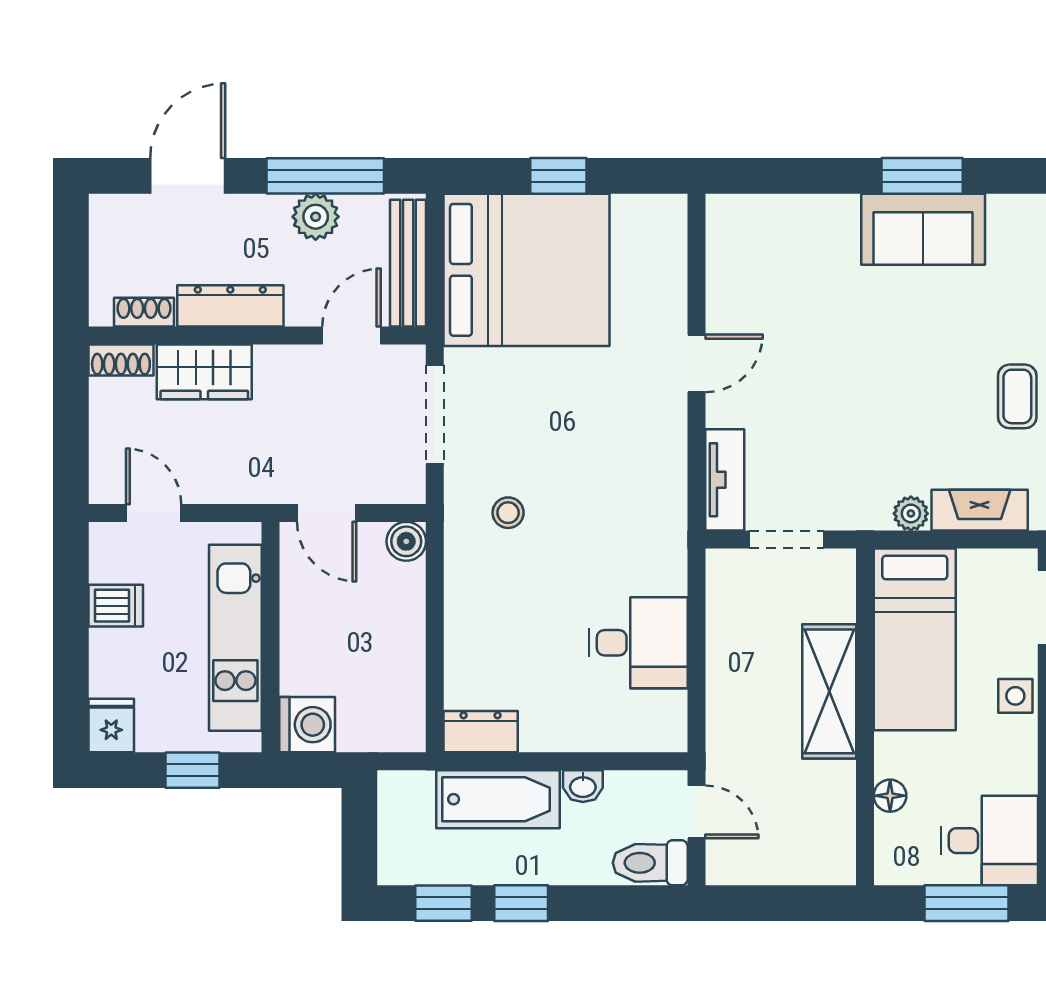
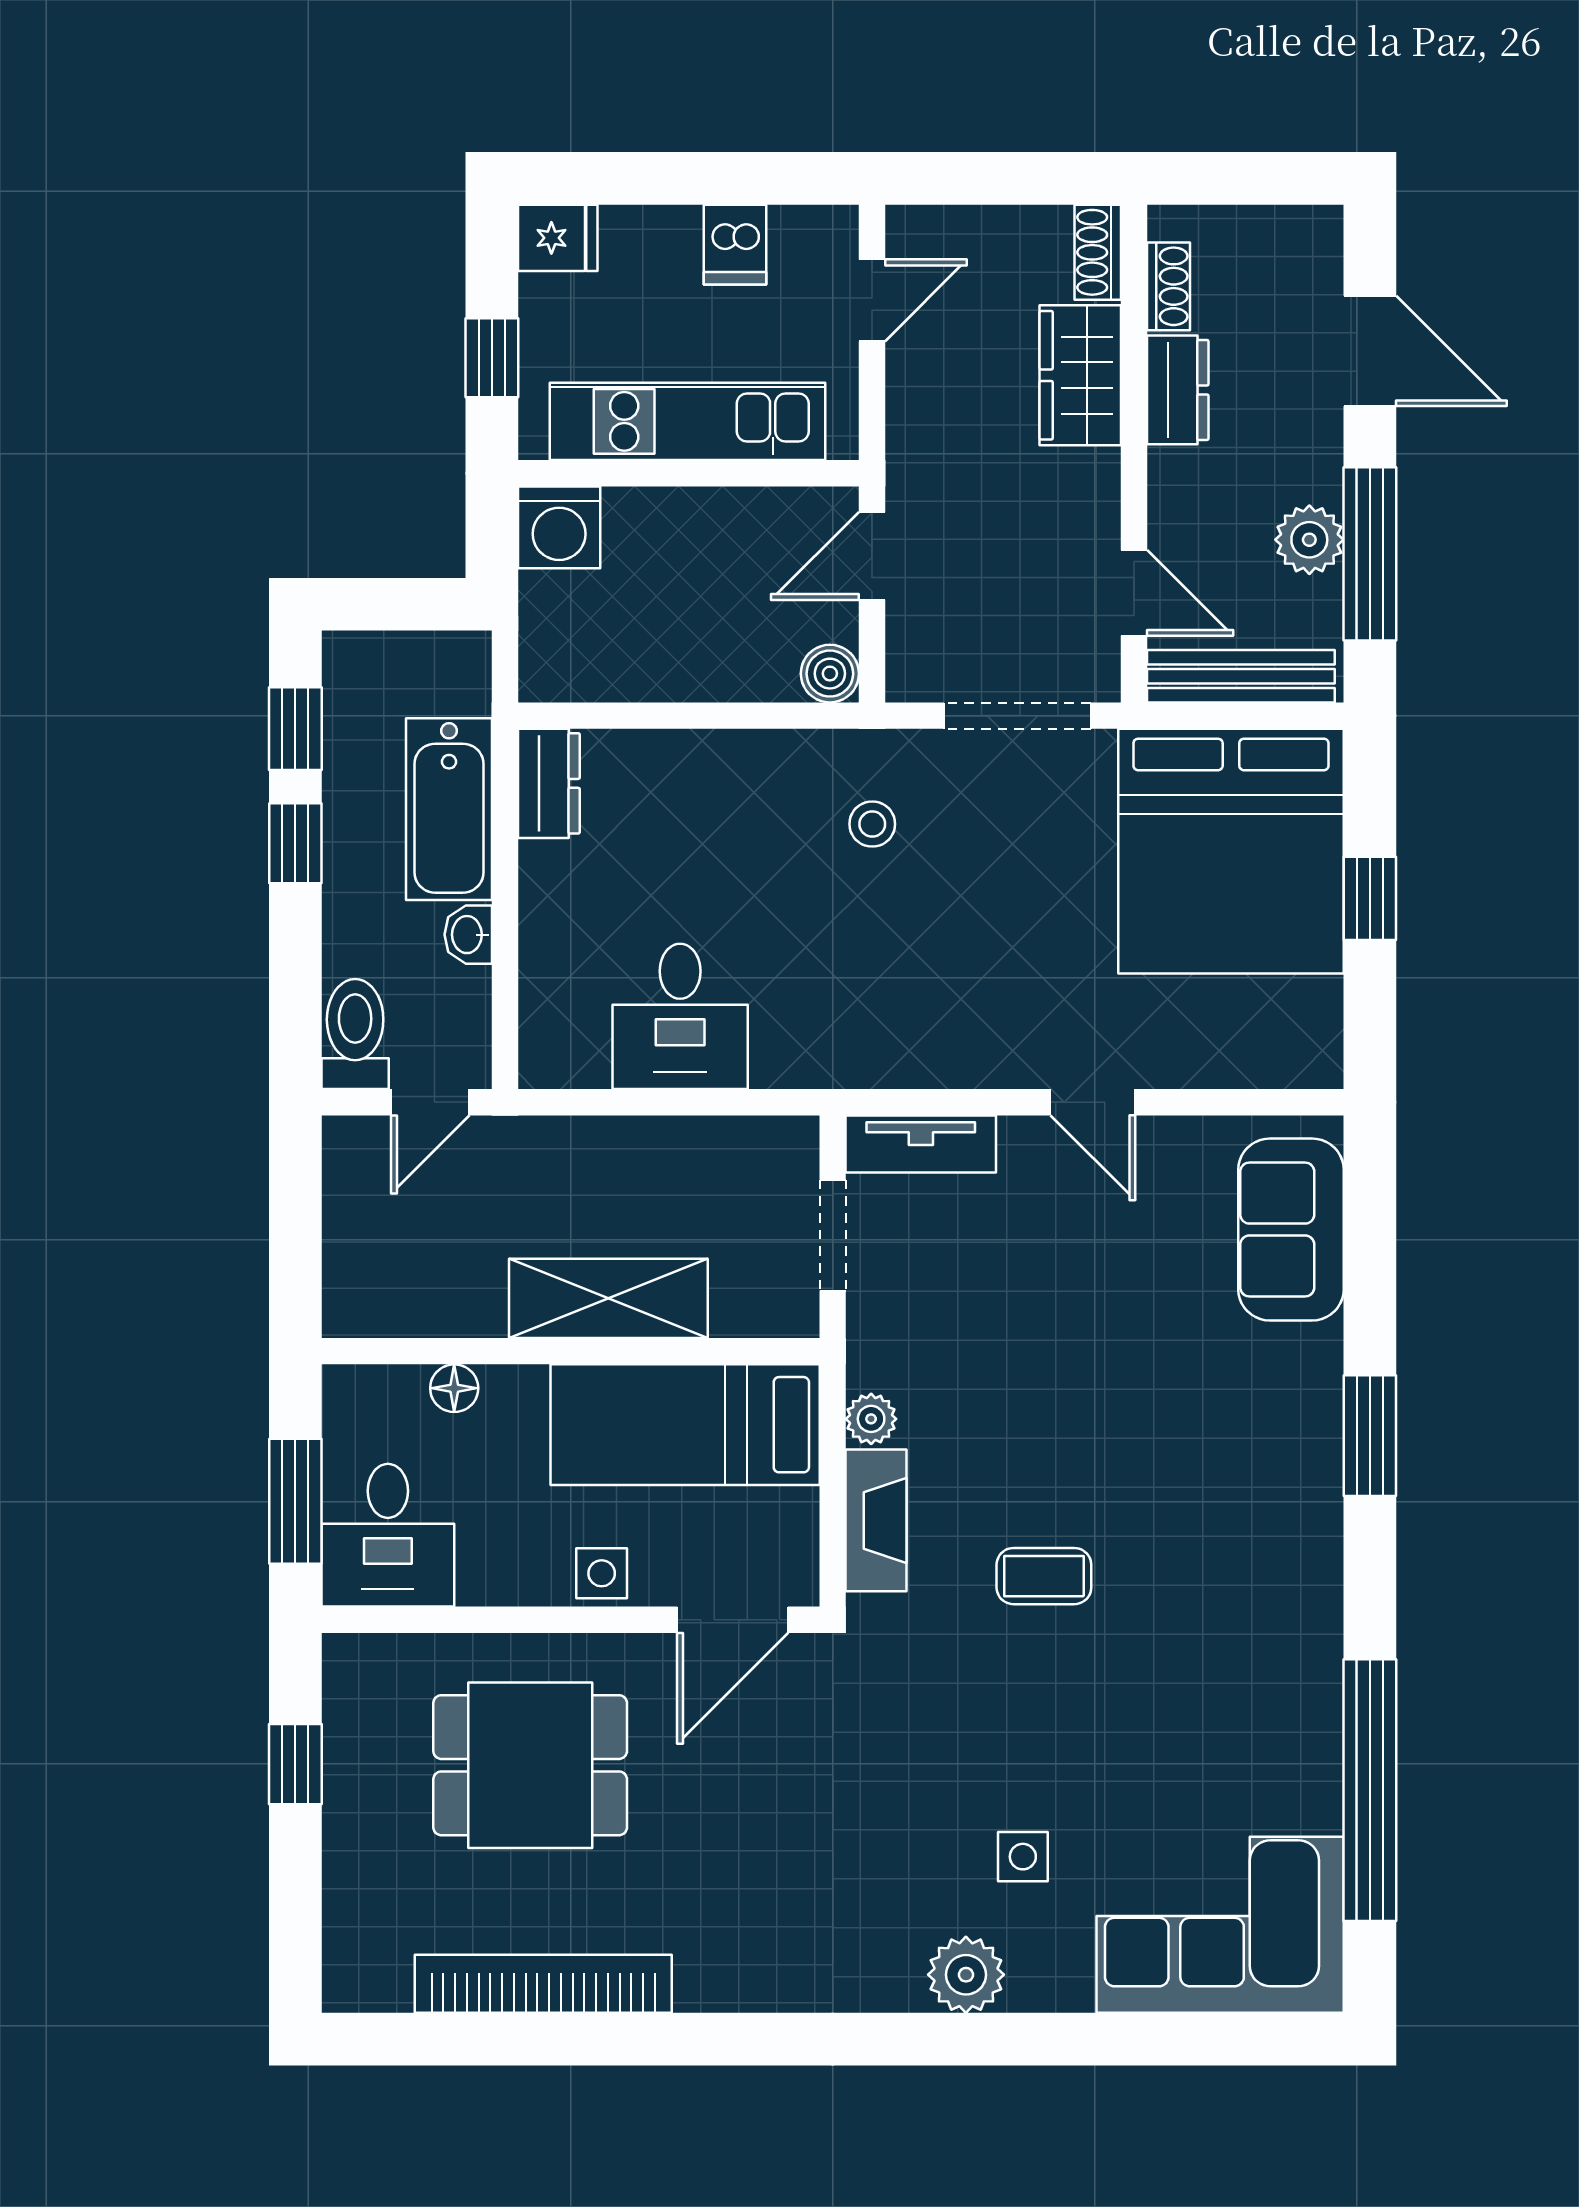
sofa: (923, 229) -> (1291, 1230), moved
dresser: (230, 306) -> (1178, 390), width x0.70

